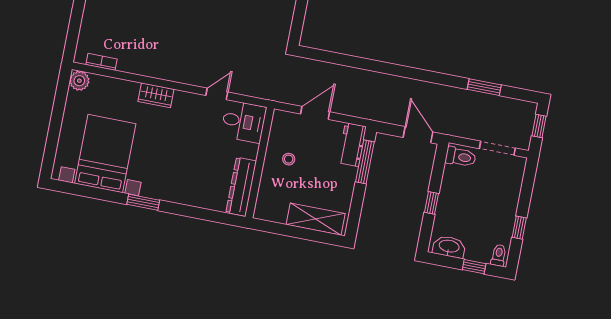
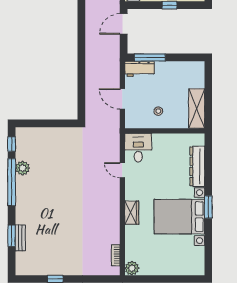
bed with nightstands: (105, 154) -> (179, 217), moved
dresser: (241, 187) -> (197, 166), moved, turned 90
shelving: (316, 219) -> (197, 109), moved

